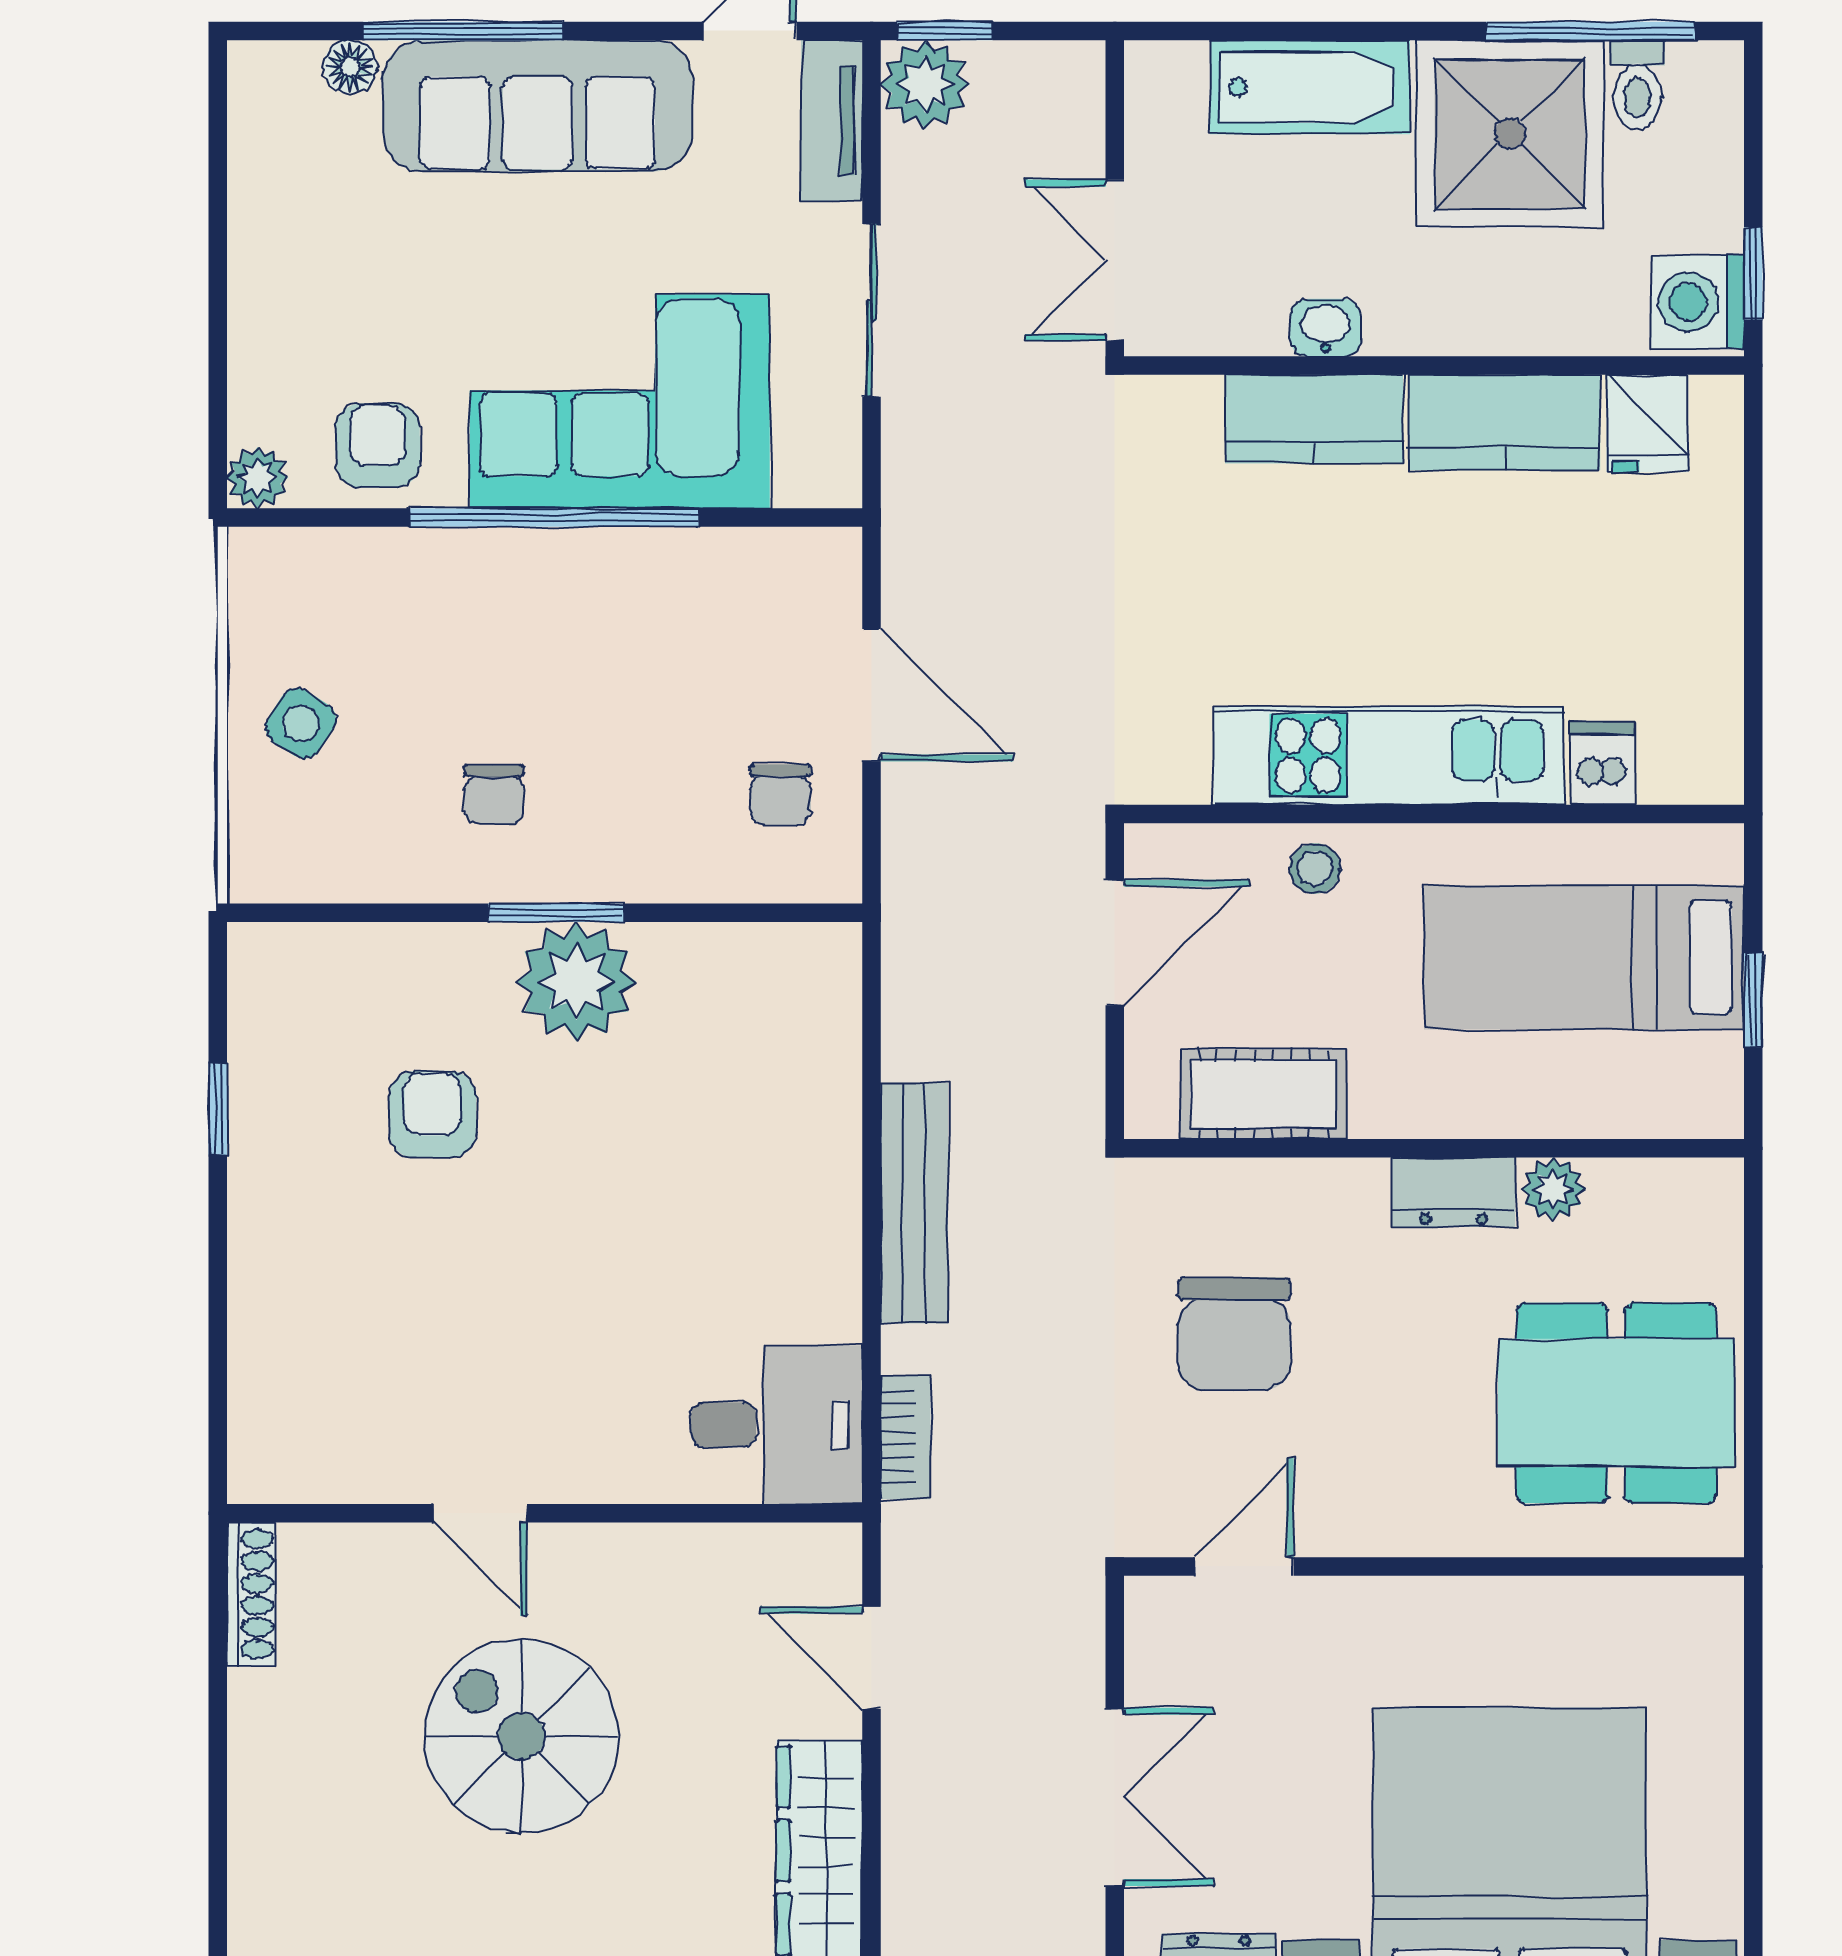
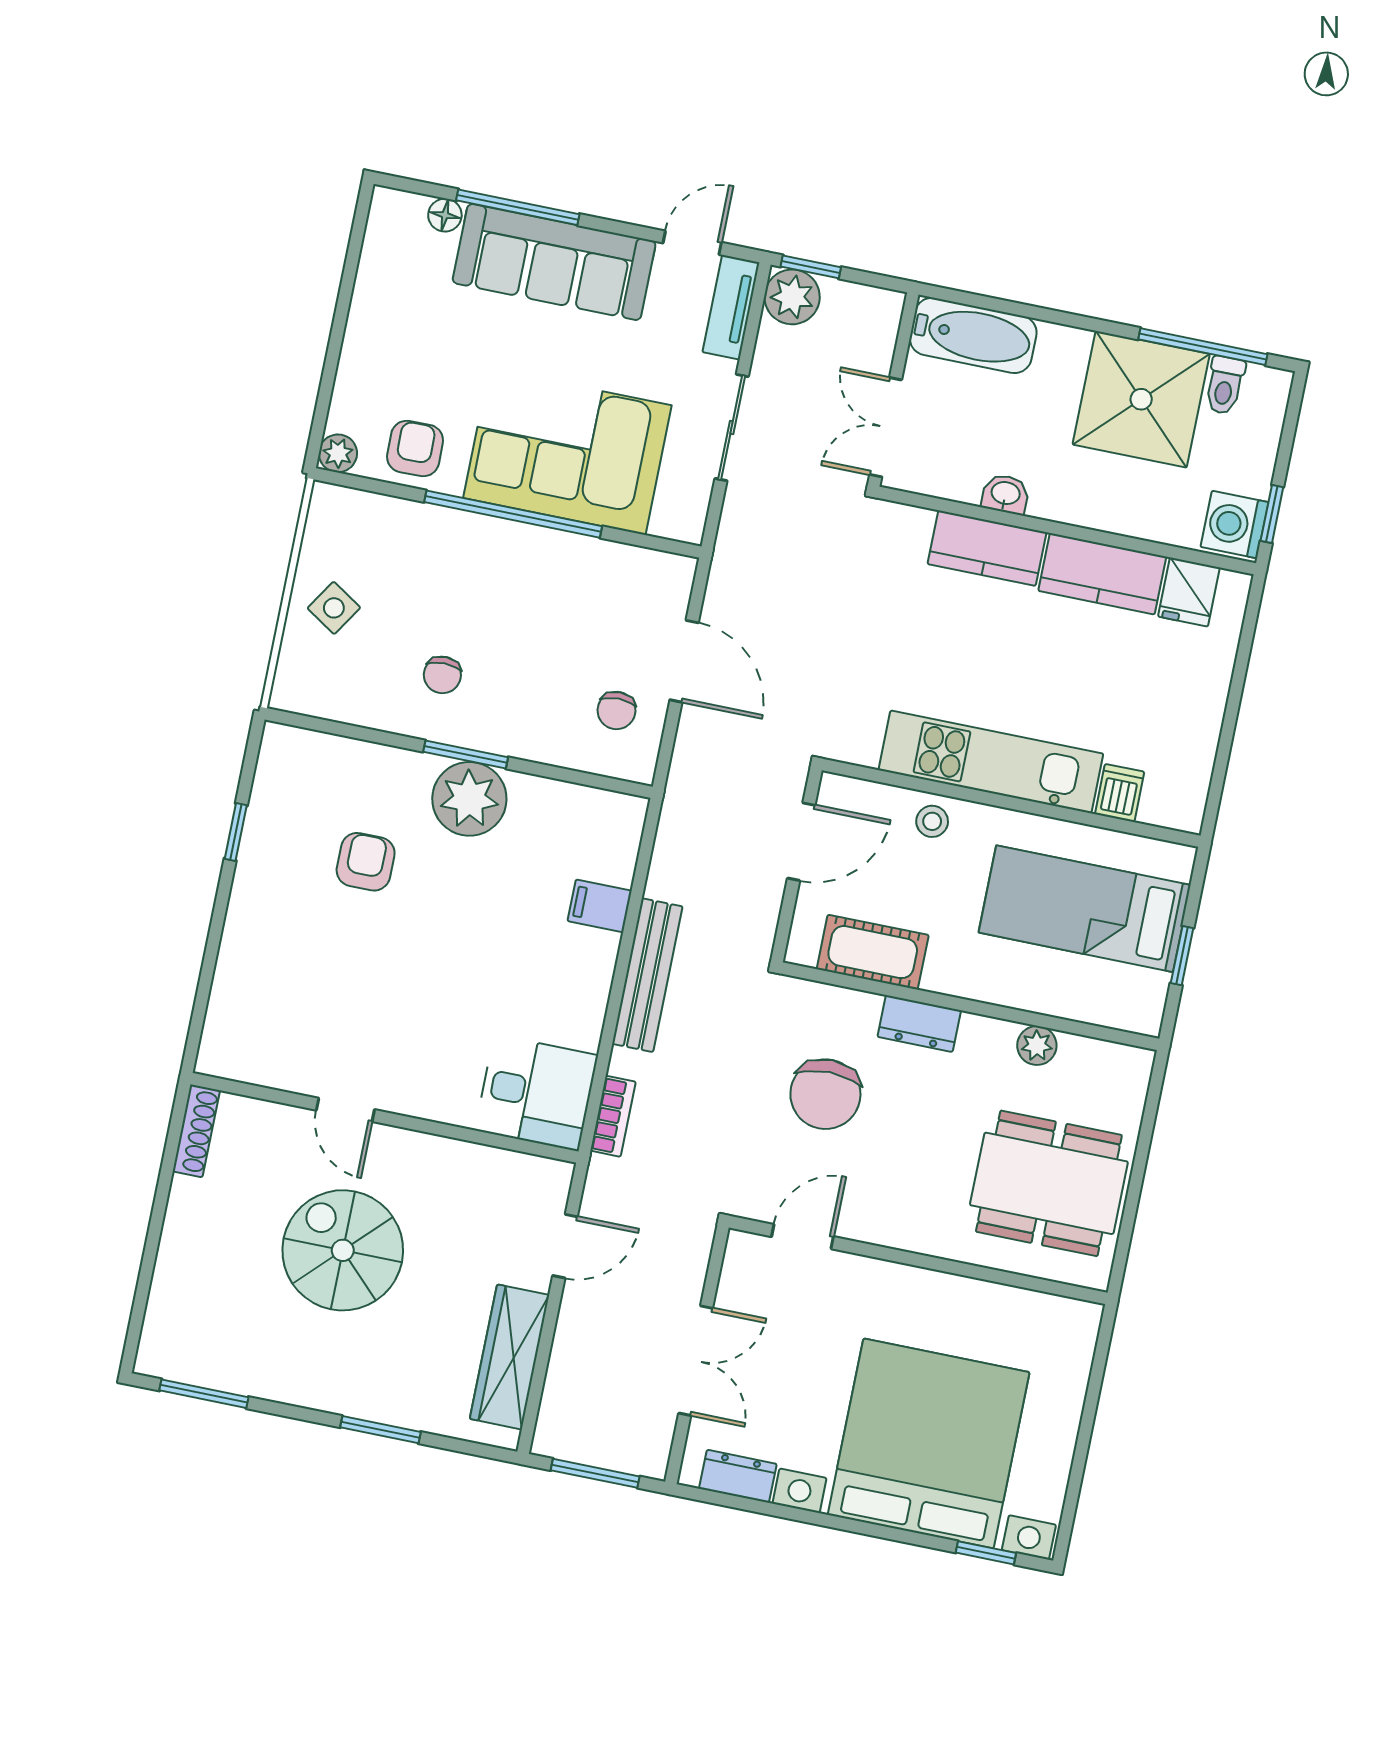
bathtub: (1310, 87) -> (973, 335), moved
filing cabinet: (817, 1109) -> (600, 906), added
dresser: (1454, 1192) -> (919, 1024), moved
door: (872, 1658) -> (565, 1246), swing flipped

